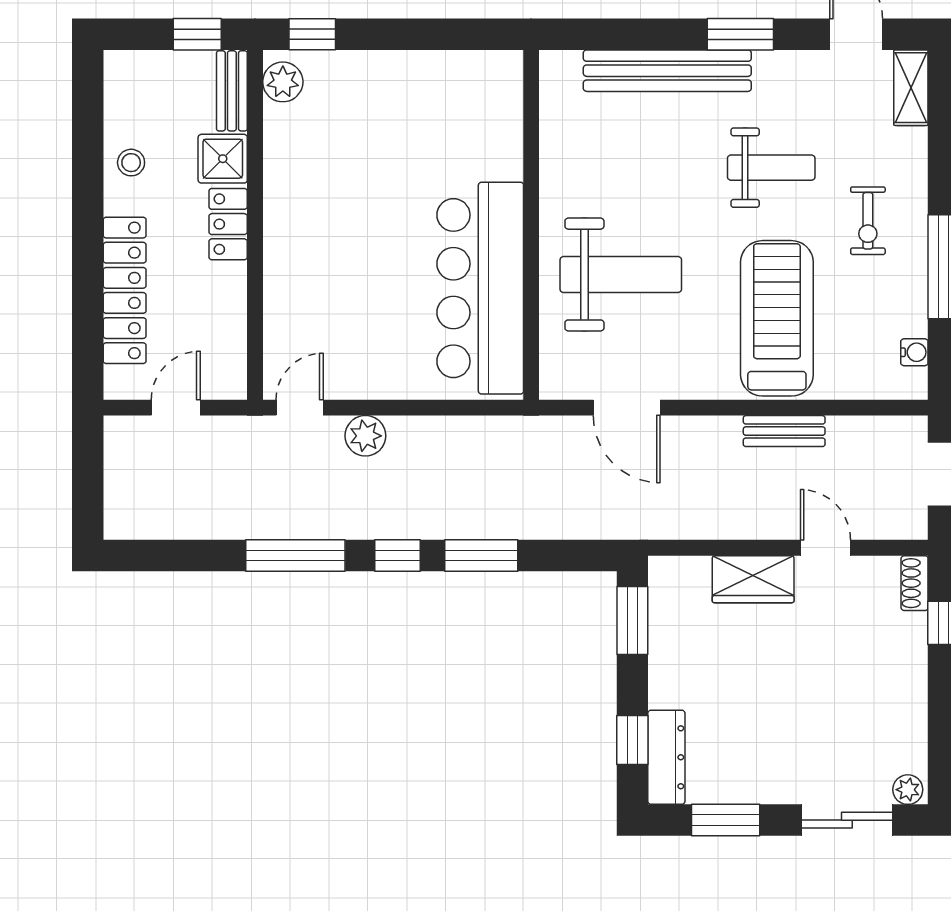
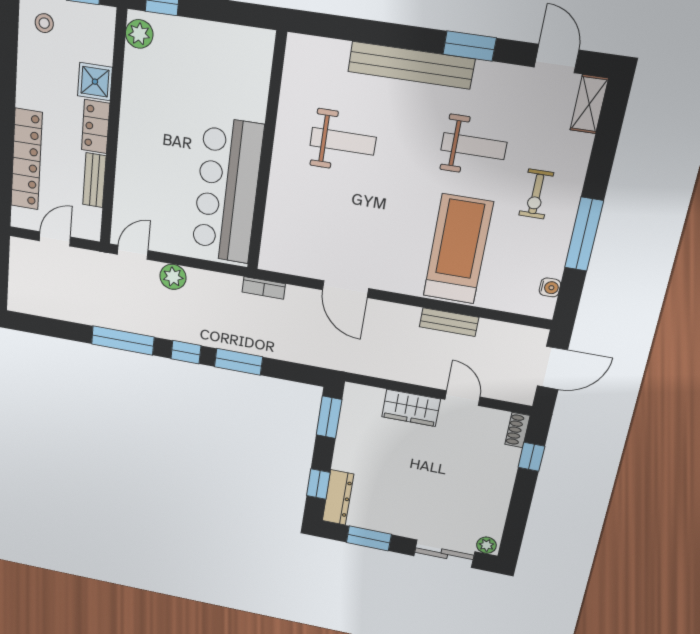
bench: (232, 91) -> (94, 180), moved
stool: (131, 163) -> (44, 23), moved
wall: (531, 225) -> (266, 154), moved
weight bench: (621, 275) -> (343, 141), moved, width x0.73, depth x0.75
bar counter: (480, 288) -> (227, 191), moved
bookcase: (505, 428) -> (264, 288), added

